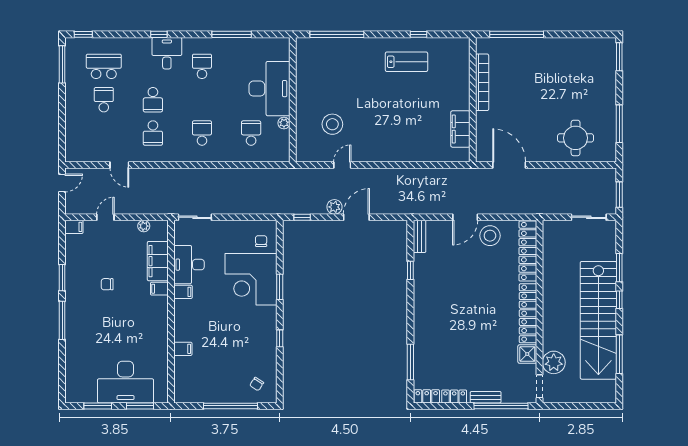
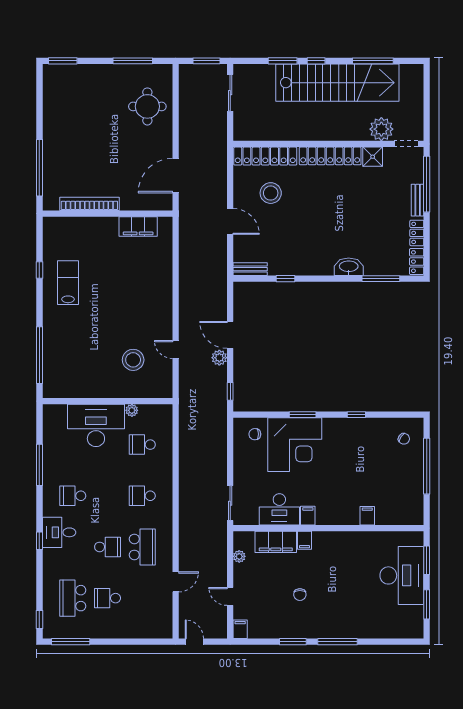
school desk: (153, 133) -> (142, 547), width x1.85
stool: (490, 236) -> (271, 193), moved
washbasin: (422, 331) -> (349, 267), added

